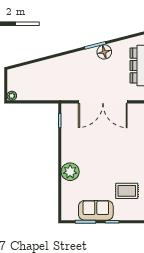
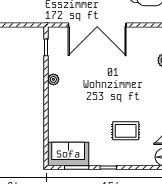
plant: (70, 172) -> (53, 79), moved, width x0.53, depth x0.53
sofa: (96, 210) -> (68, 154), moved

